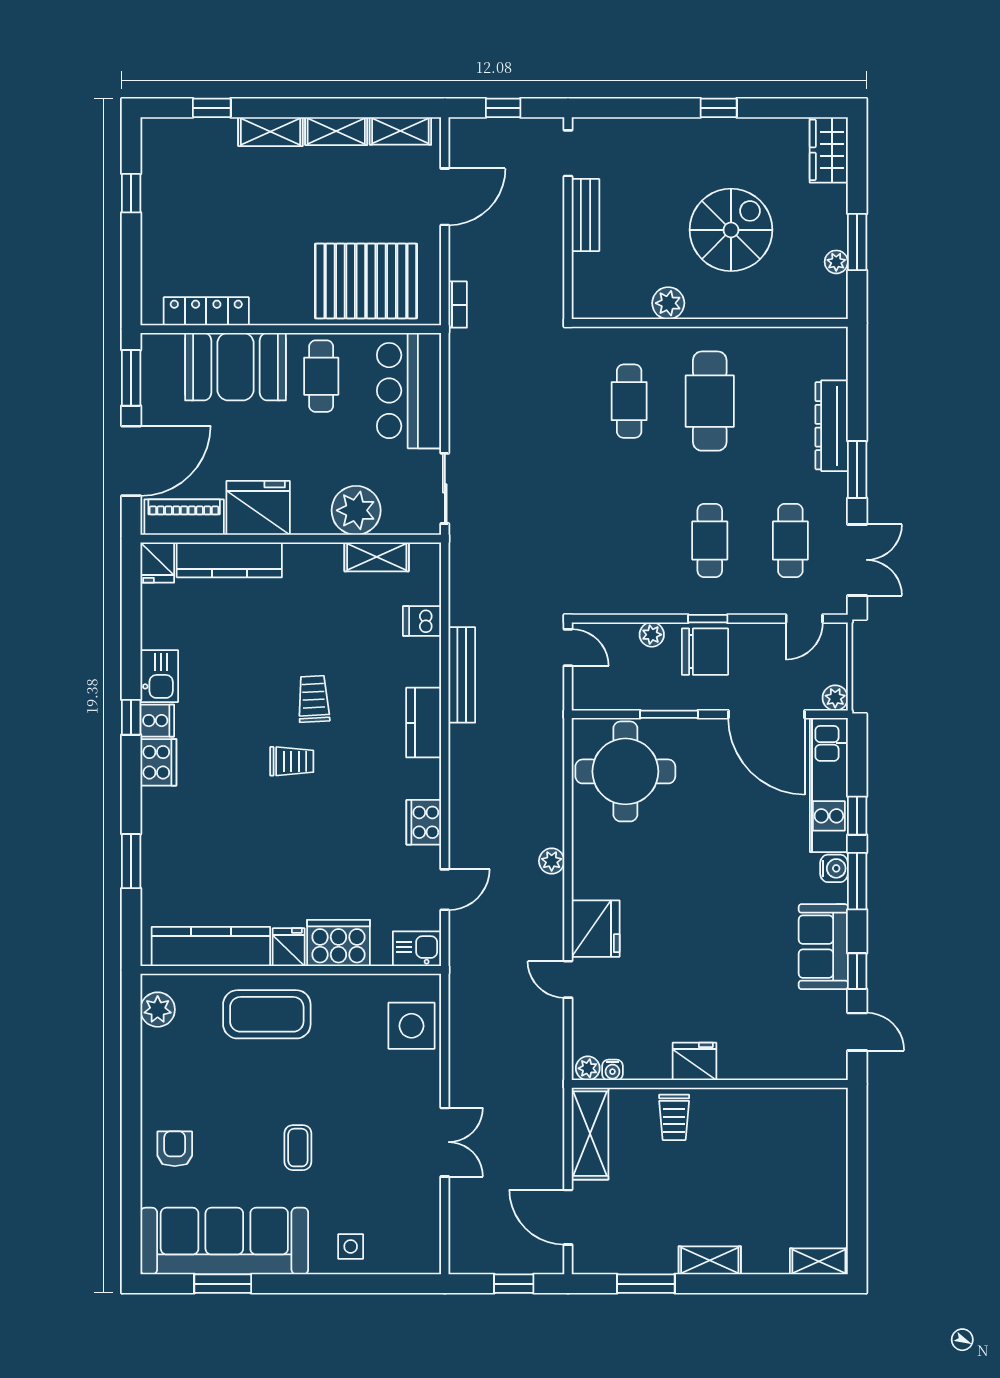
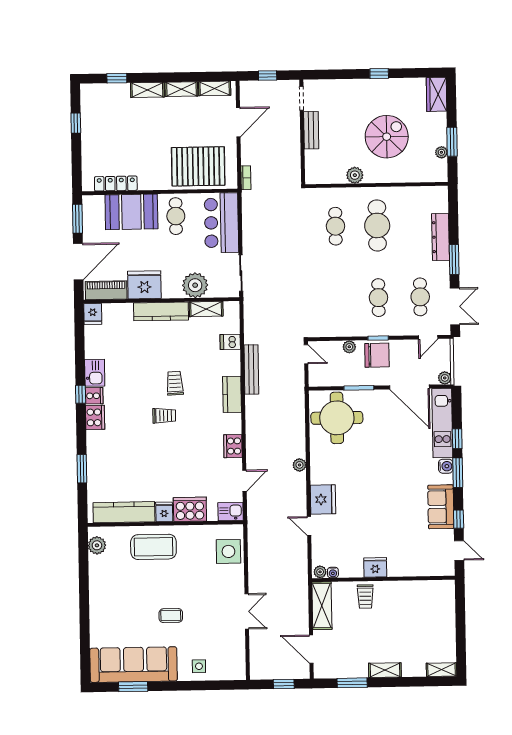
kitchen counter: (229, 560) -> (161, 311), moved
coffee table: (298, 1148) -> (171, 616), turned 90
armchair: (175, 1149) -> (107, 617), removed

